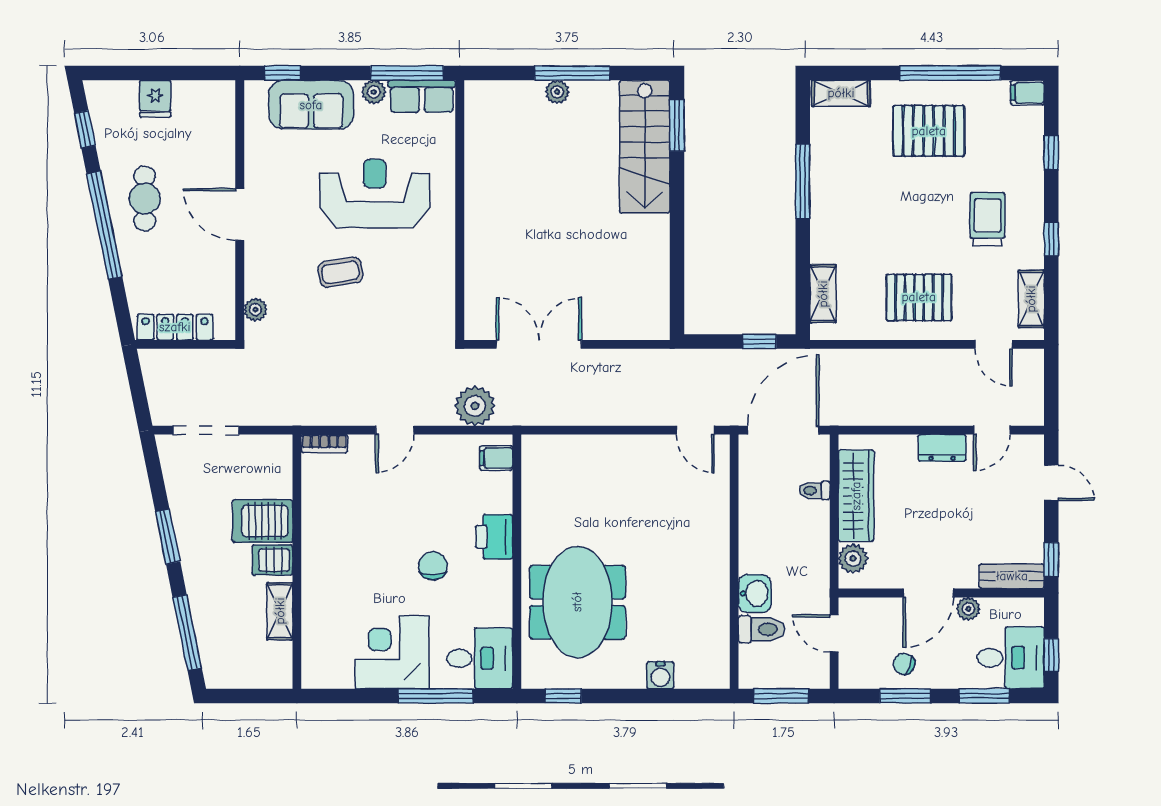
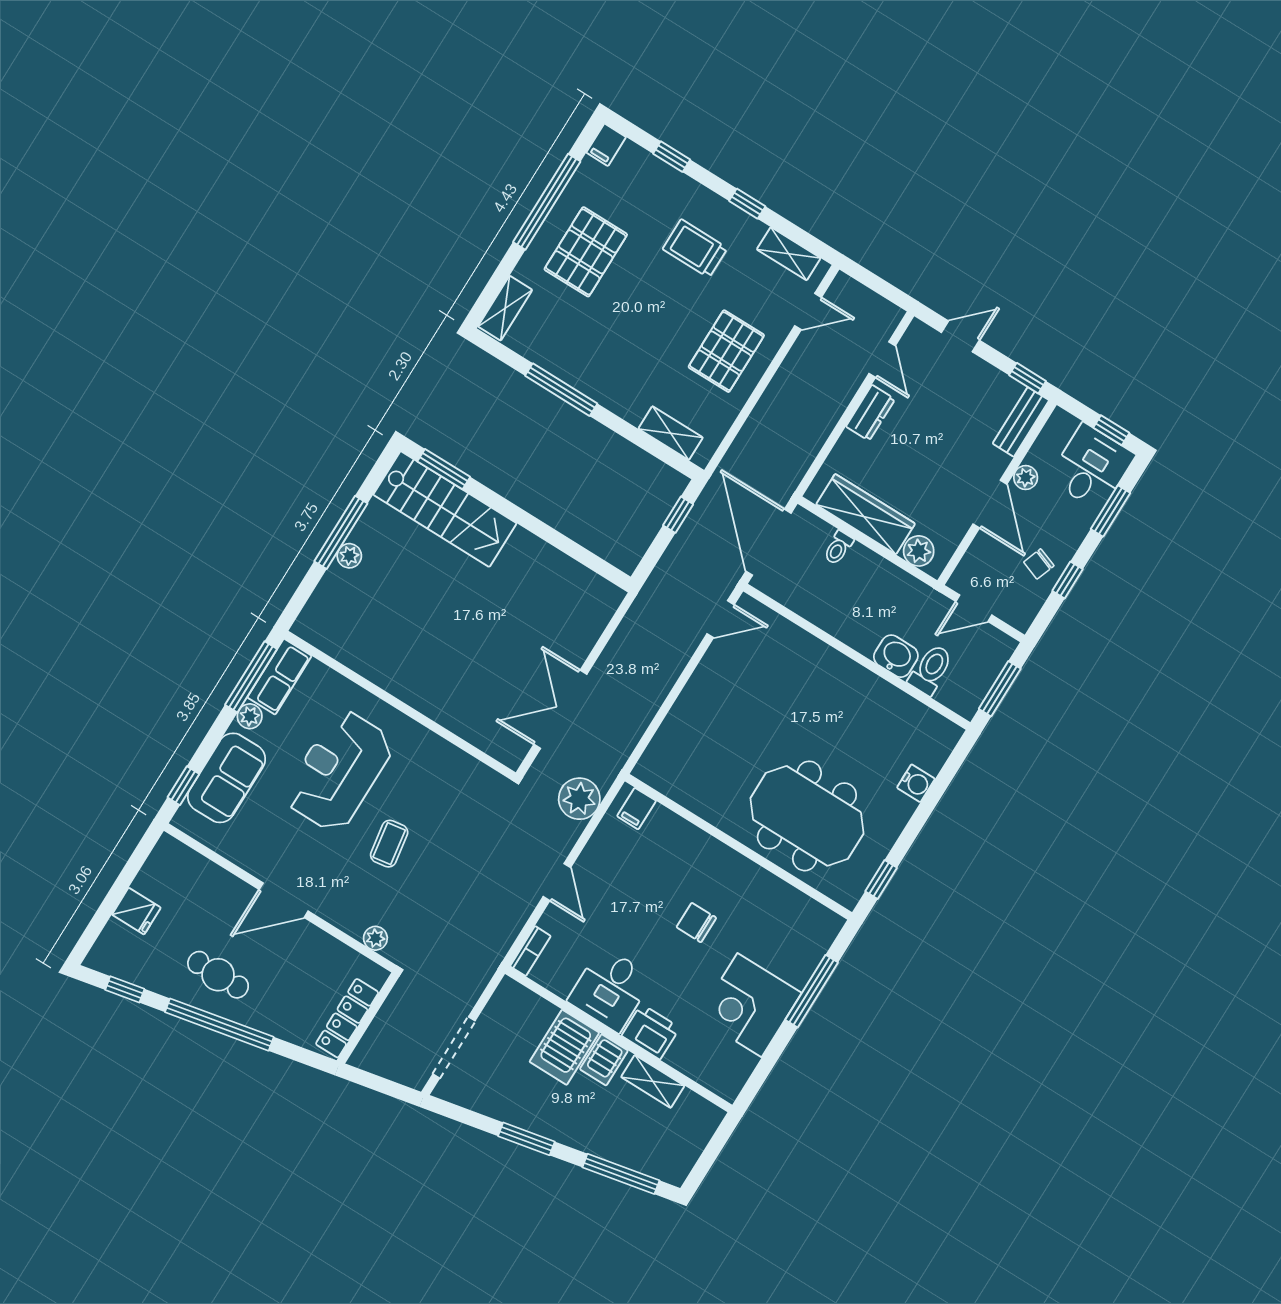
printer: (494, 537) -> (651, 1032), moved, turned 180
desk: (480, 658) -> (610, 989), moved, turned 180
window: (905, 696) -> (1067, 580), width x0.67

